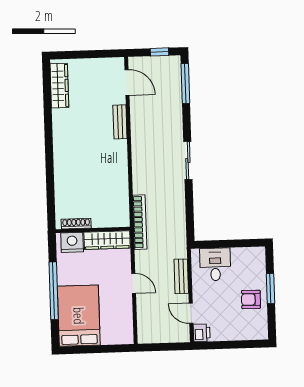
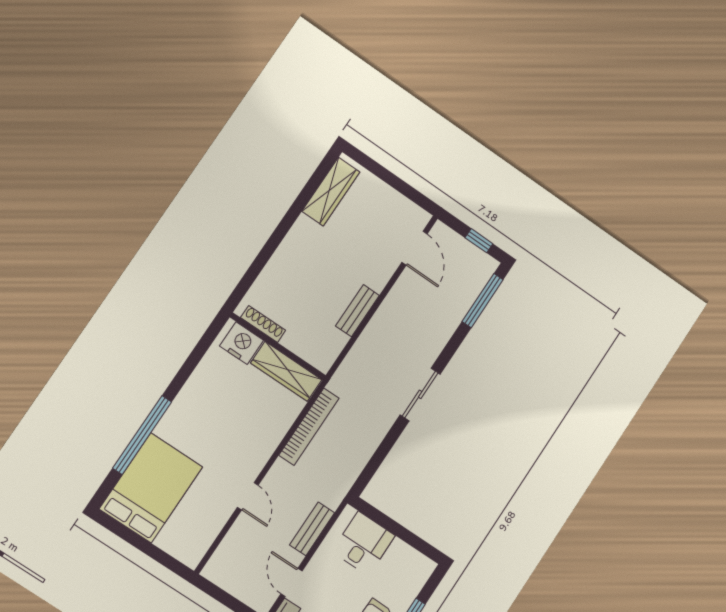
bench: (120, 122) -> (357, 311), moved
shoe rack: (76, 224) -> (263, 324), moved
wall: (93, 230) -> (278, 346), moved
wardrobe: (107, 240) -> (286, 371), moved
nightstand: (72, 242) -> (242, 343), moved

